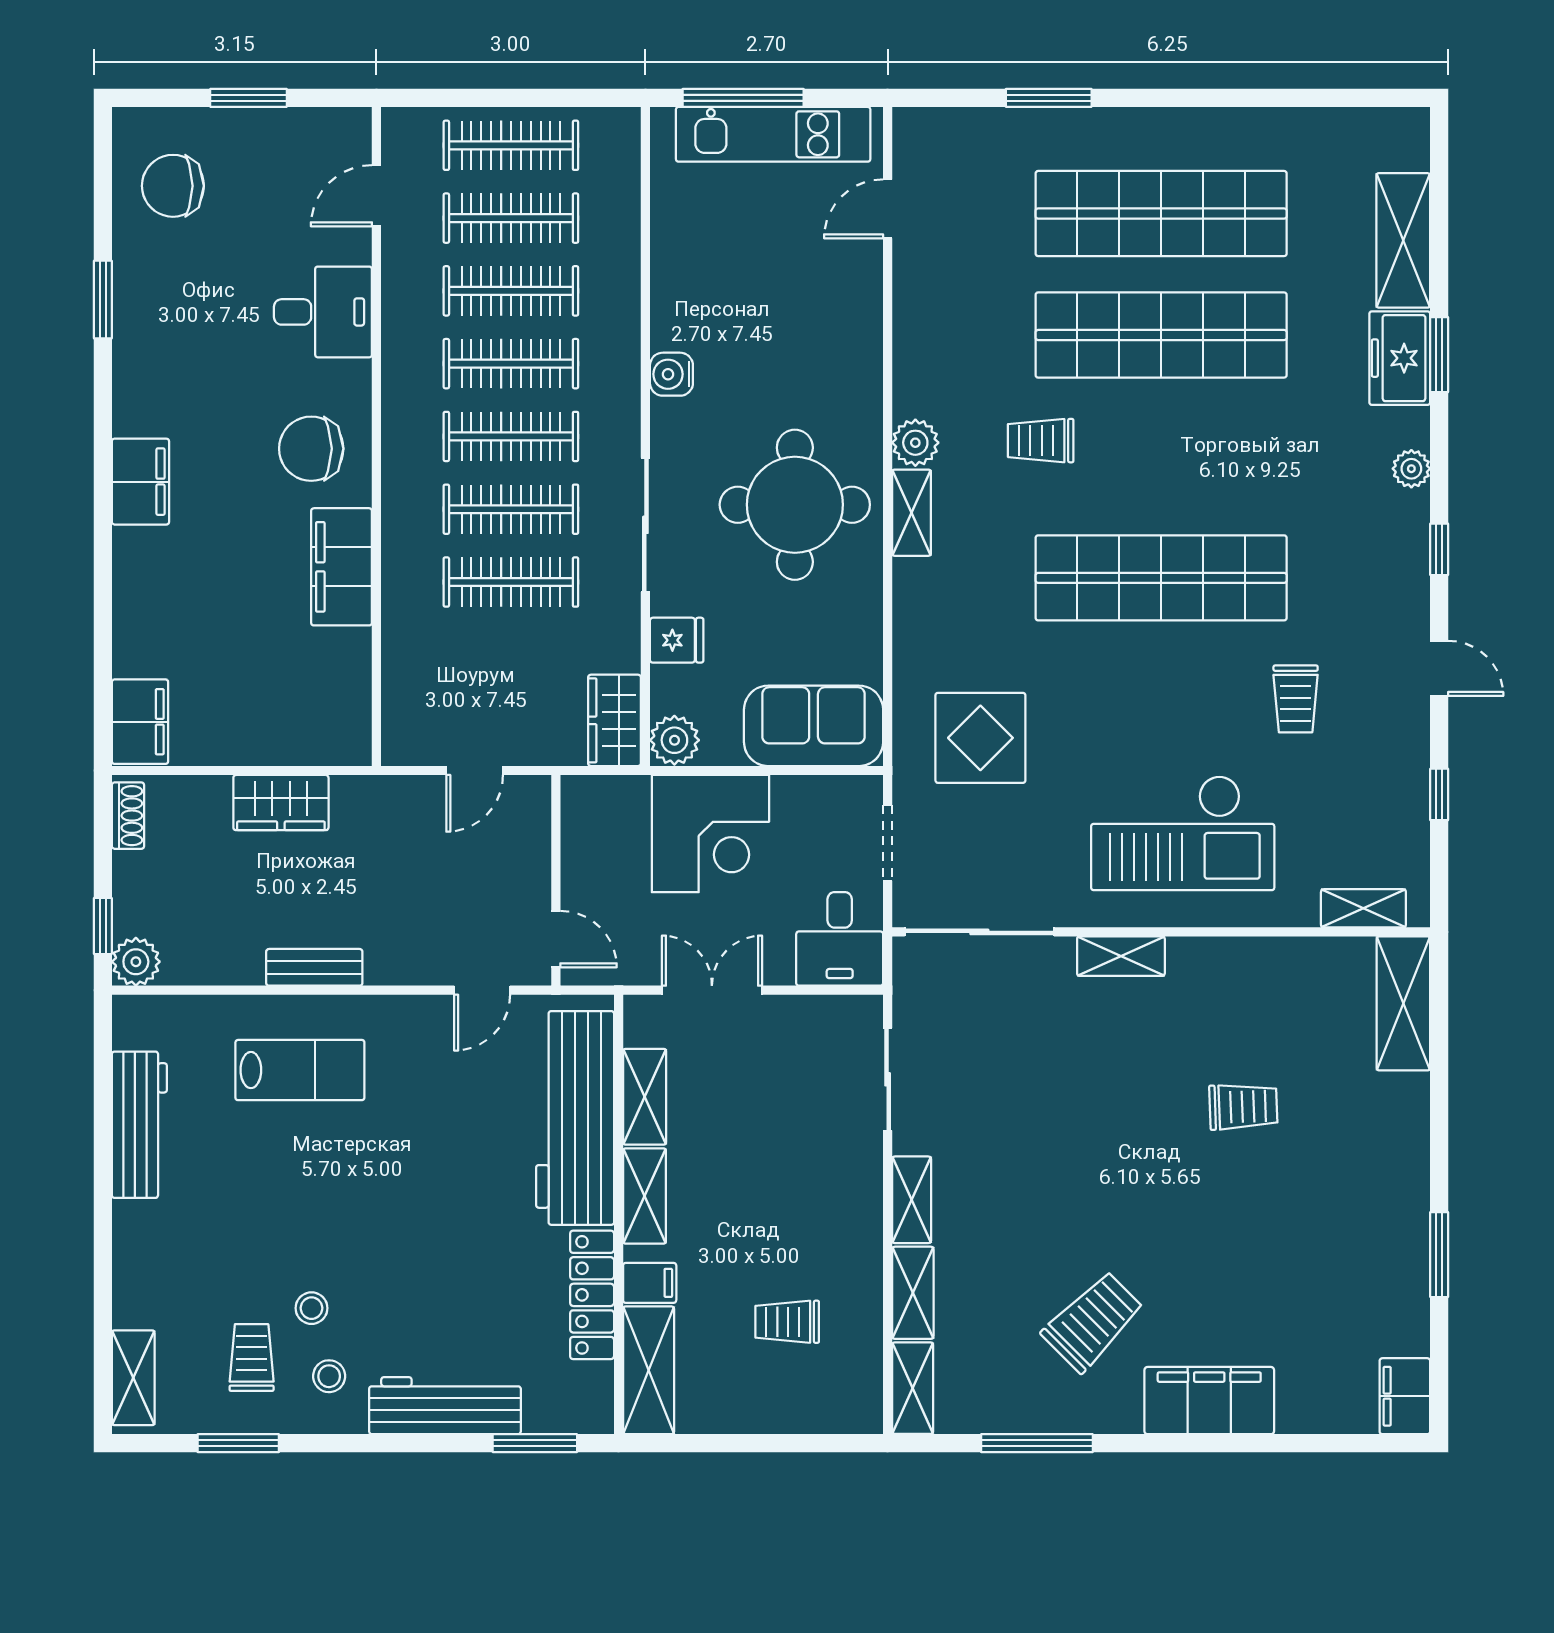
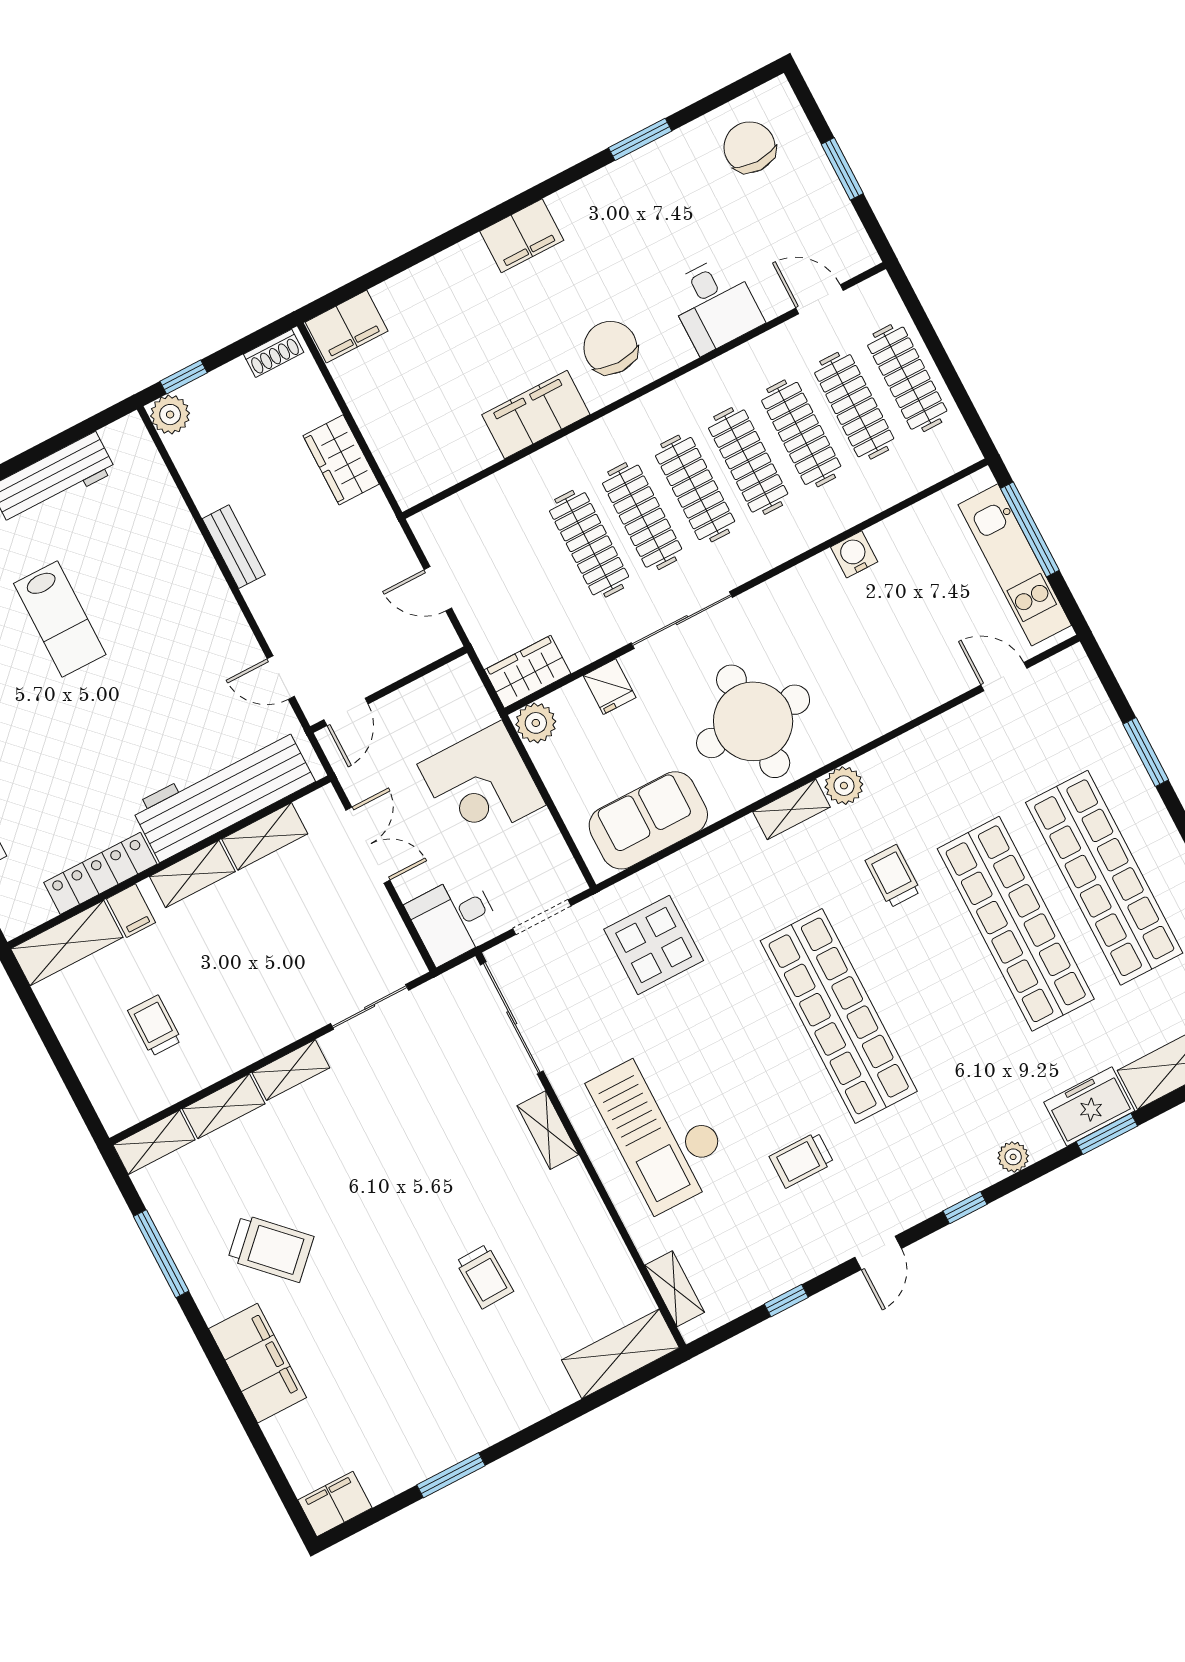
water cooler: (671, 374) -> (854, 554), moved
sofa: (814, 726) -> (648, 820), moved, turned -90
lab bench: (300, 1070) -> (60, 619), moved

